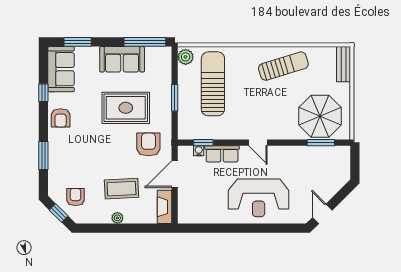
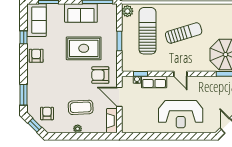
sun lounger: (283, 66) -> (184, 33), moved
armchair: (61, 118) -> (36, 56), turned 180
armchair: (148, 144) -> (100, 75), turned -90
window: (43, 155) -> (24, 95), moved
door: (175, 174) -> (119, 97), hinge flipped

